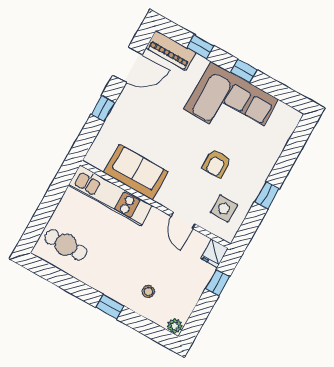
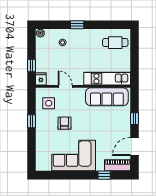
window: (244, 71) -> (77, 175), removed
sofa: (136, 172) -> (107, 97), width x1.36

